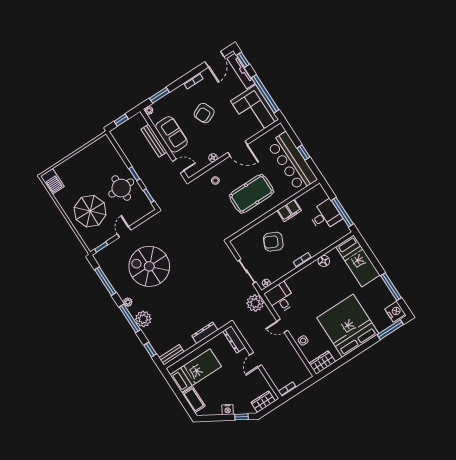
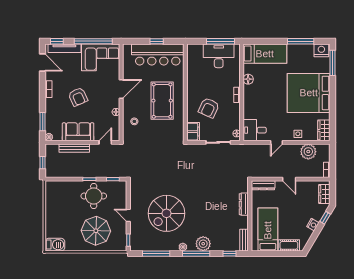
filing cabinet: (289, 210) -> (193, 132), moved
desk: (325, 215) -> (219, 56), width x1.37
plant: (255, 303) -> (308, 152), moved

